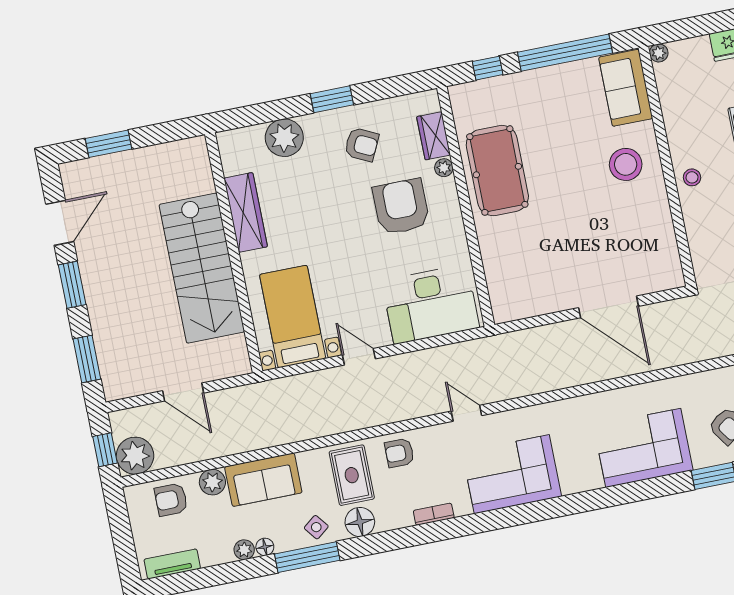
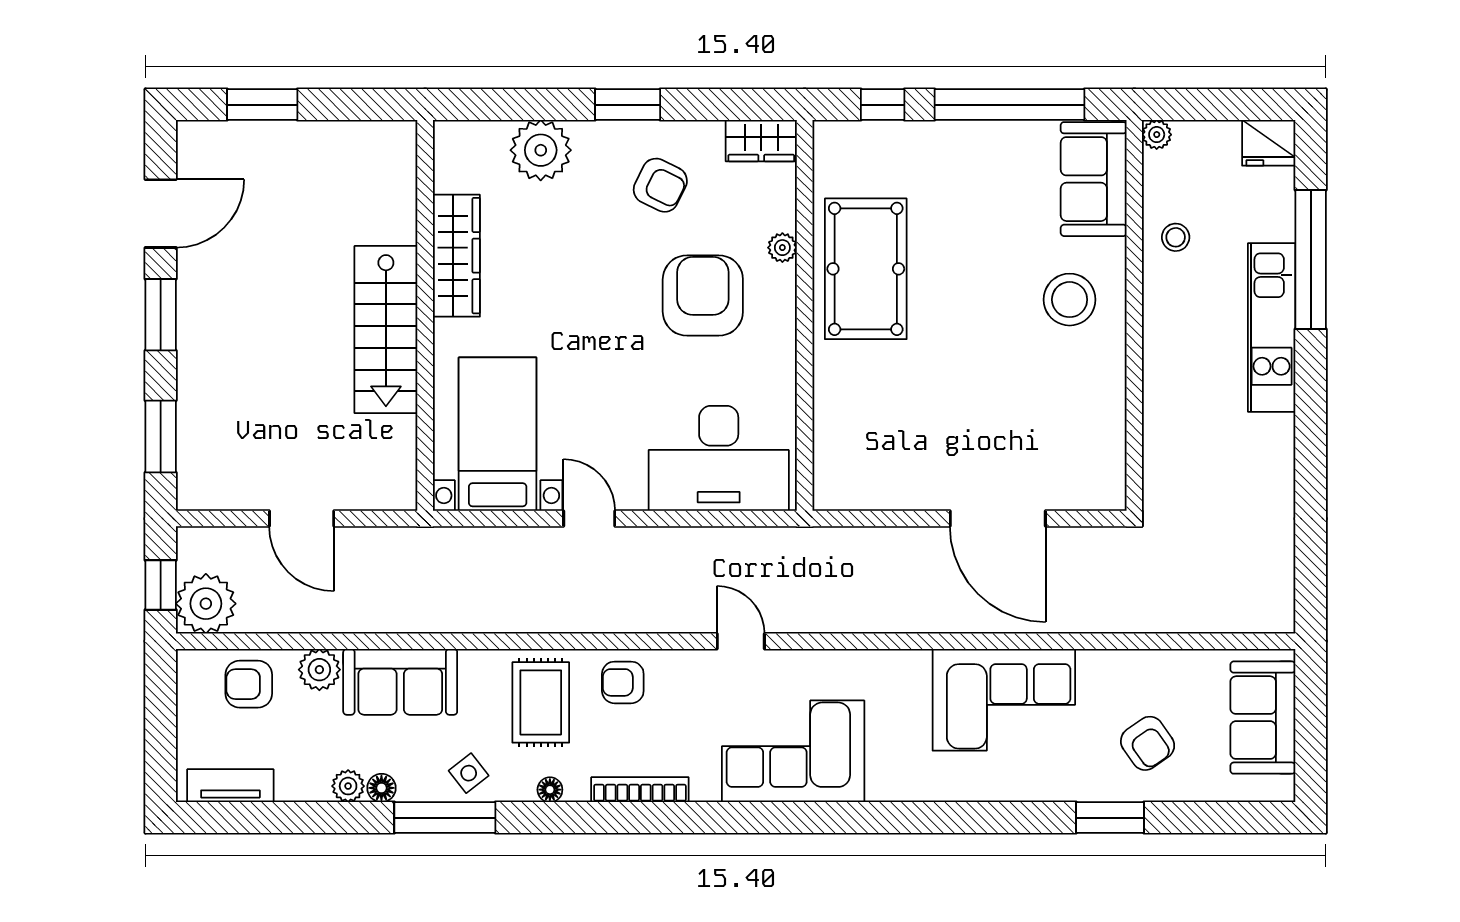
wardrobe: (434, 136) -> (761, 141), moved, turned -90
stool: (692, 177) -> (1176, 237), moved
stairs: (202, 268) -> (386, 330), width x0.73, depth x0.66
corner sofa: (643, 448) -> (1004, 700), moved, turned 180
bookcase: (434, 514) -> (640, 790), width x1.56
floor lamp: (360, 522) -> (550, 790), width x0.53, depth x0.53

